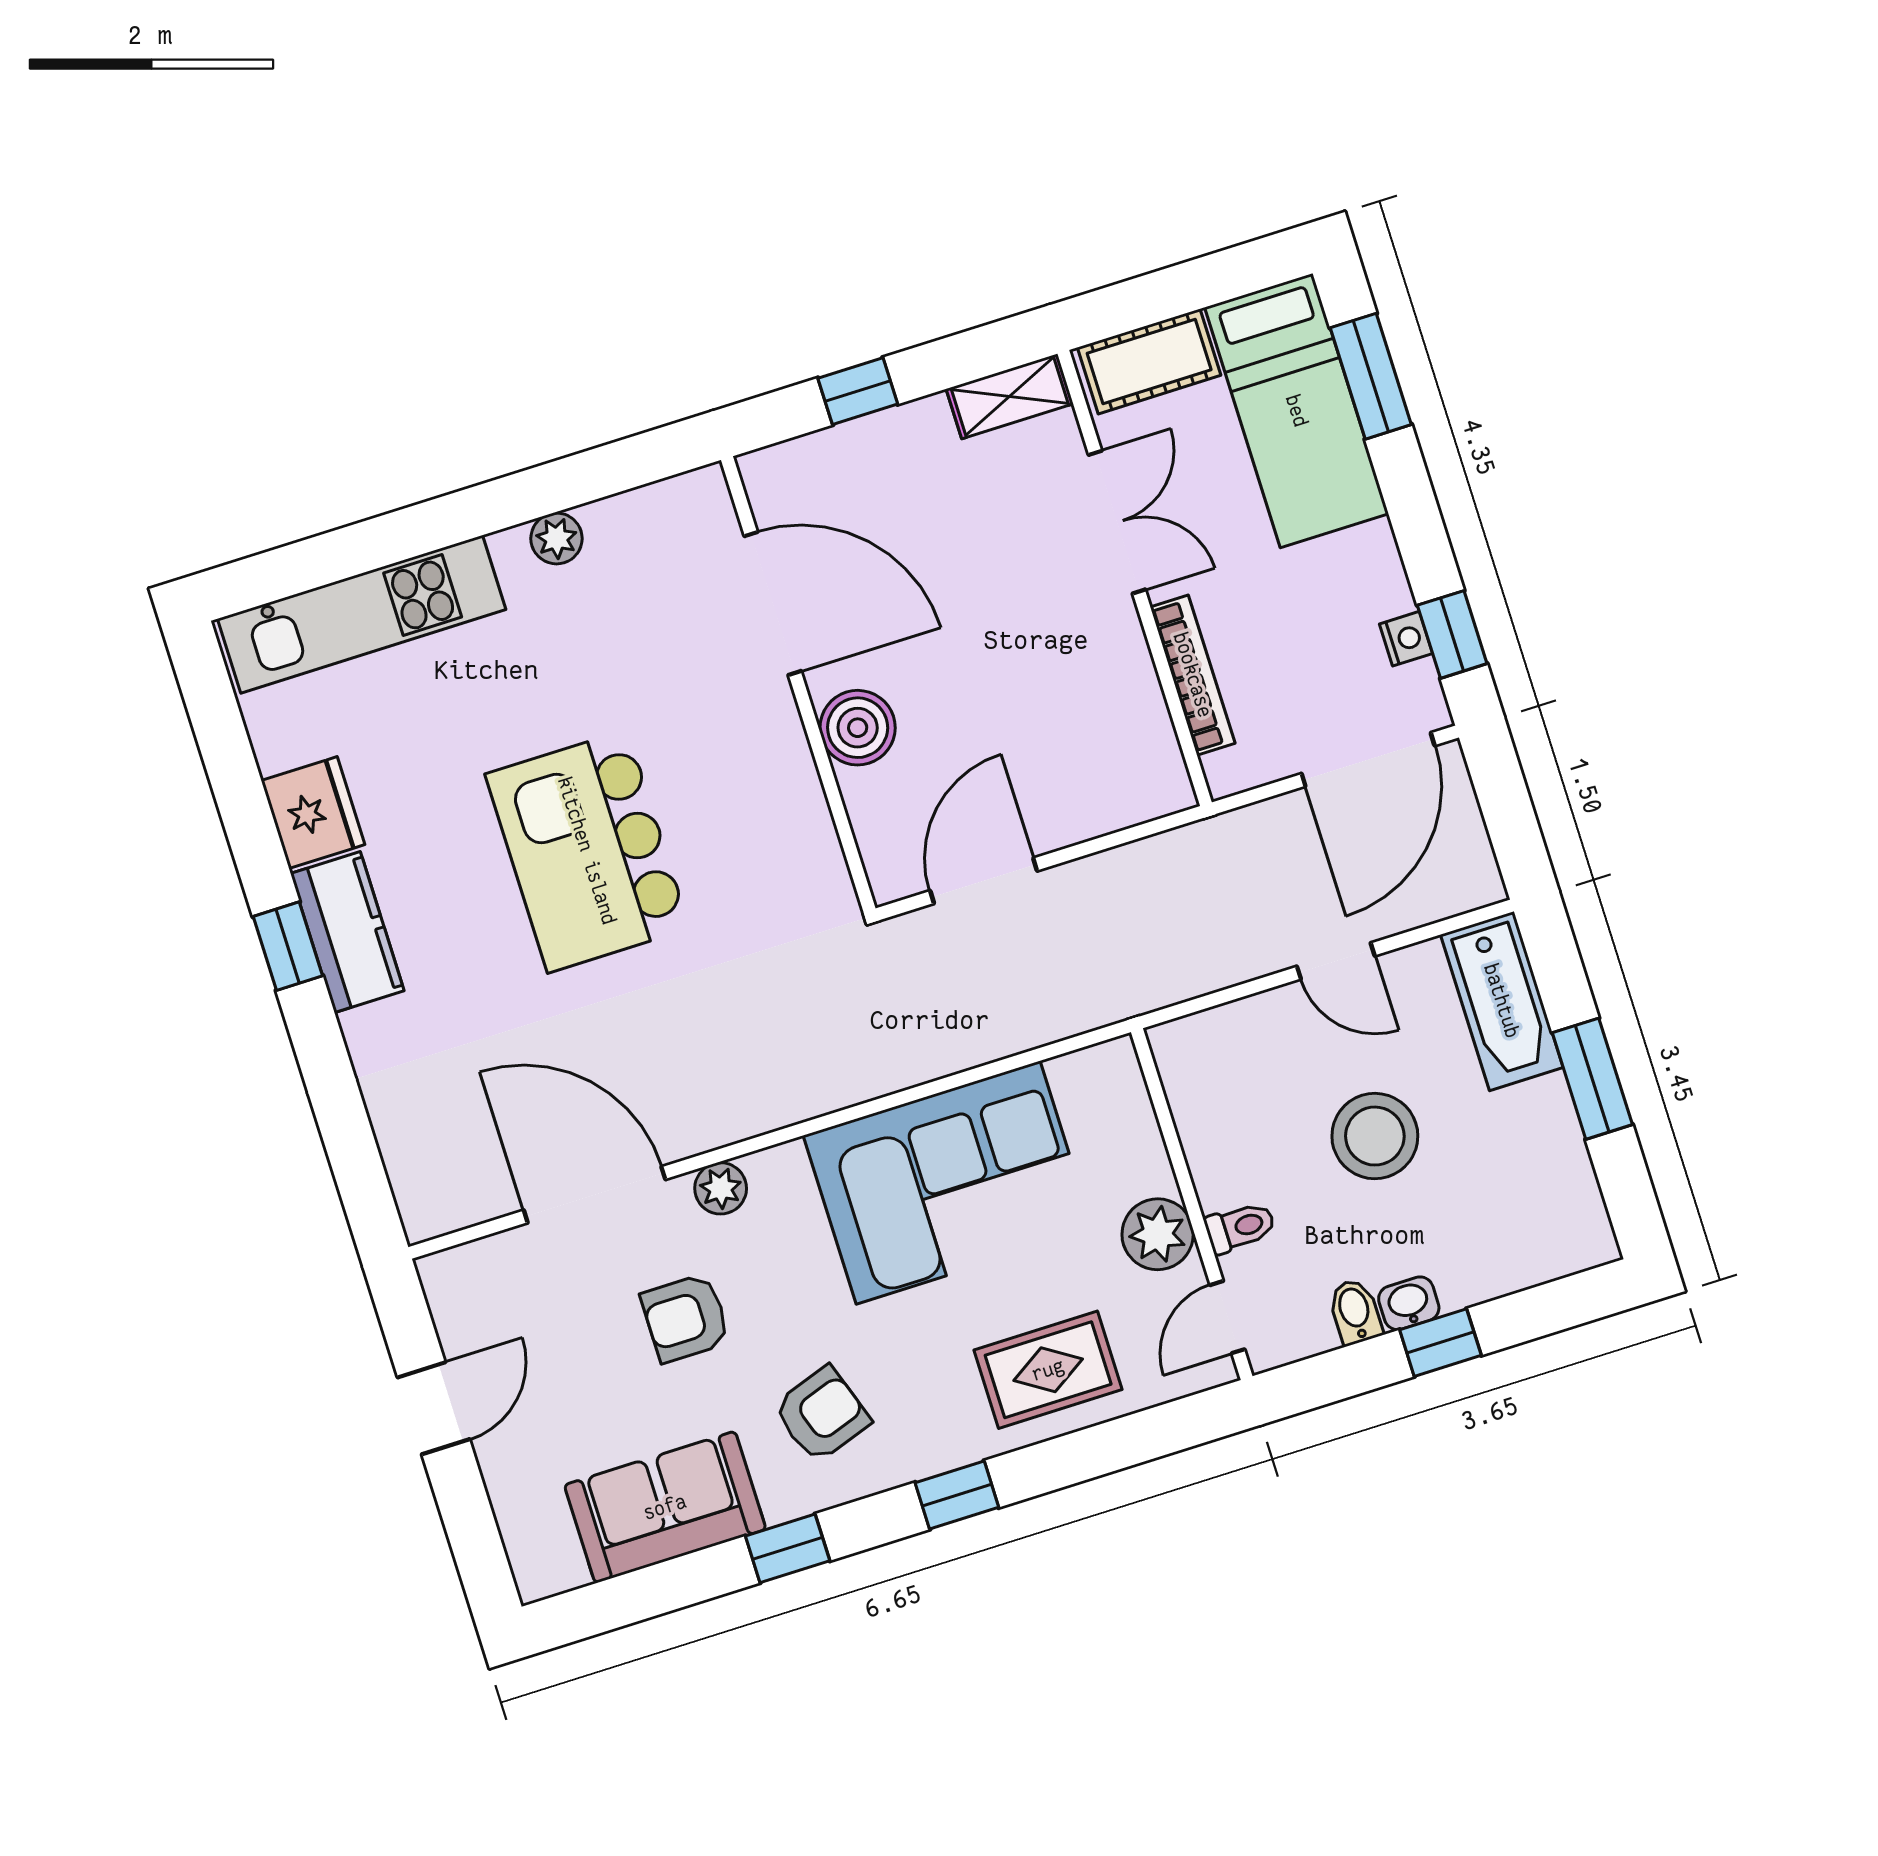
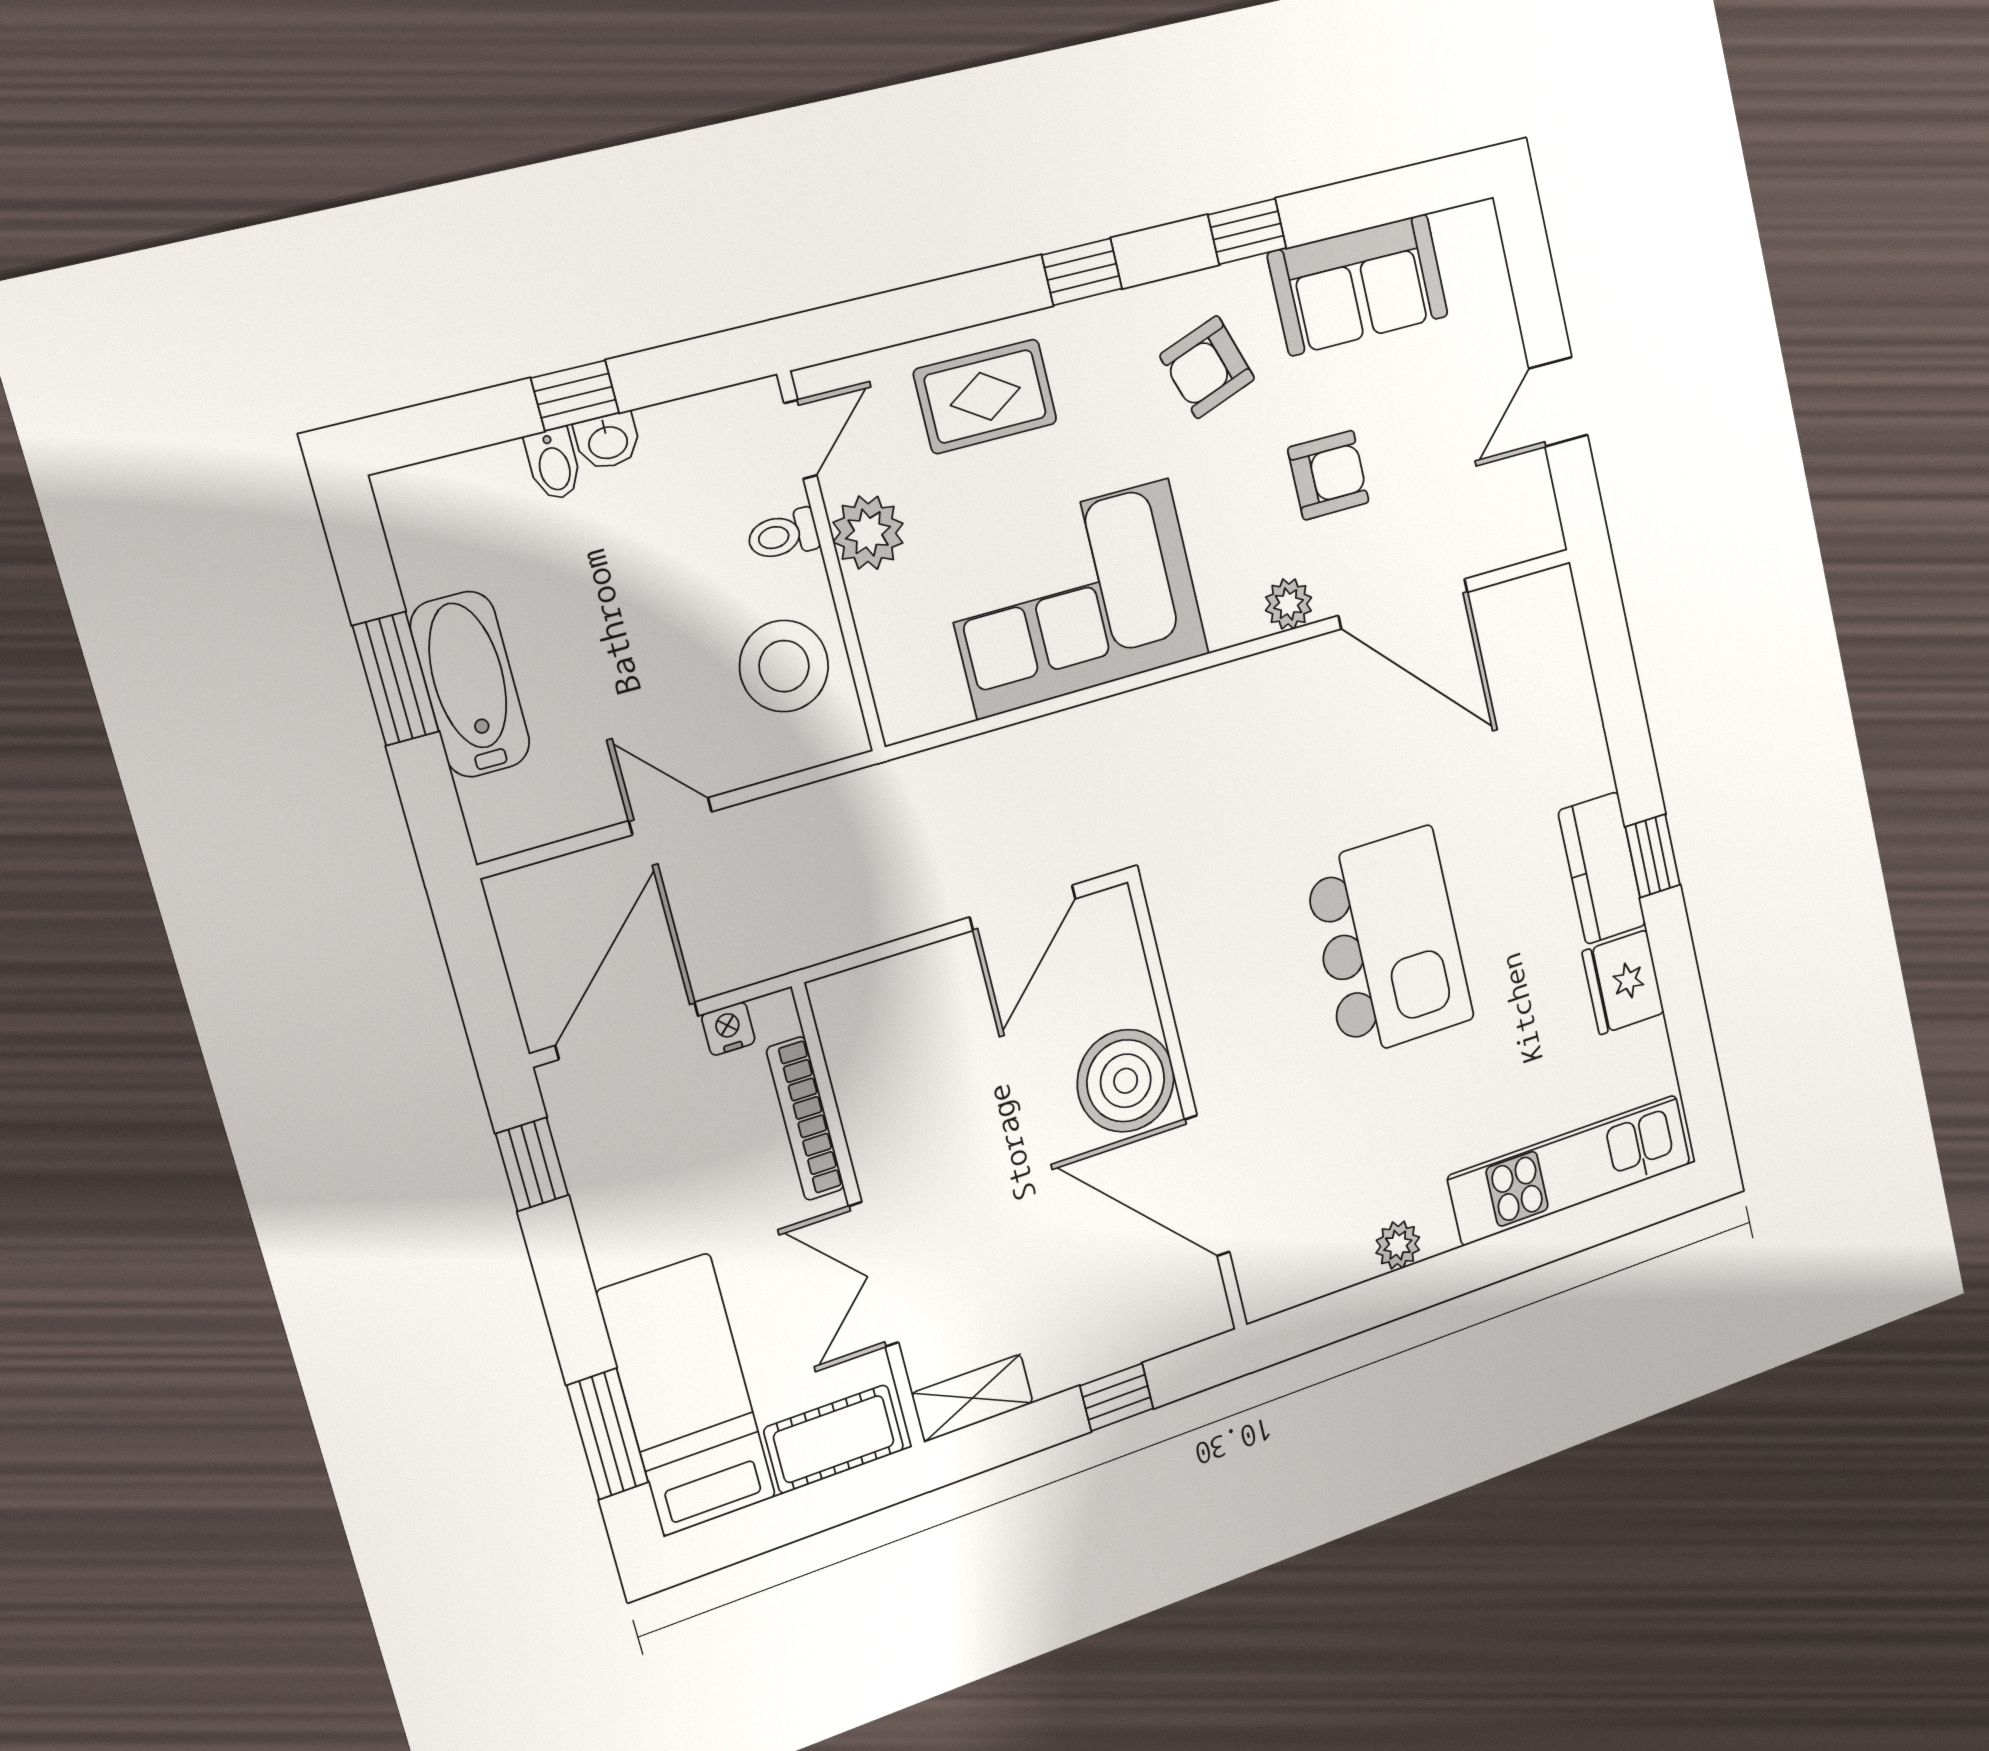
nightstand: (1406, 639) -> (728, 1029), moved, turned 90
boiler: (858, 728) -> (1126, 1081), width x1.37, depth x1.37
bathtub: (1502, 1001) -> (470, 684), moved
stool: (1375, 1136) -> (784, 666), moved
bidet: (1355, 1312) -> (553, 464), moved

